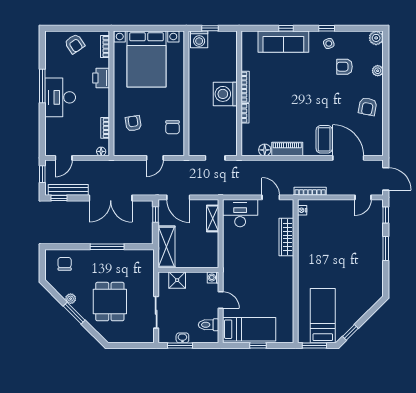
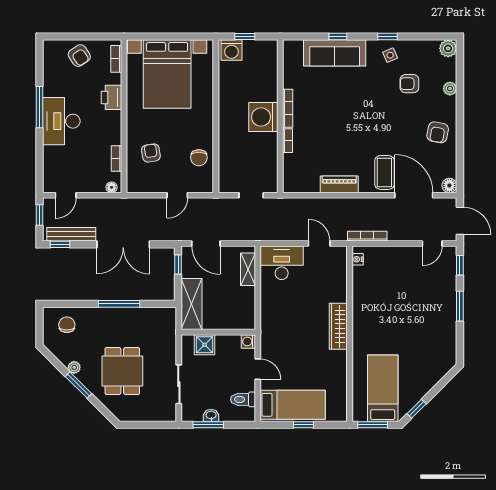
floor lamp: (265, 150) -> (449, 185), moved
wardrobe: (286, 237) -> (338, 326), moved

